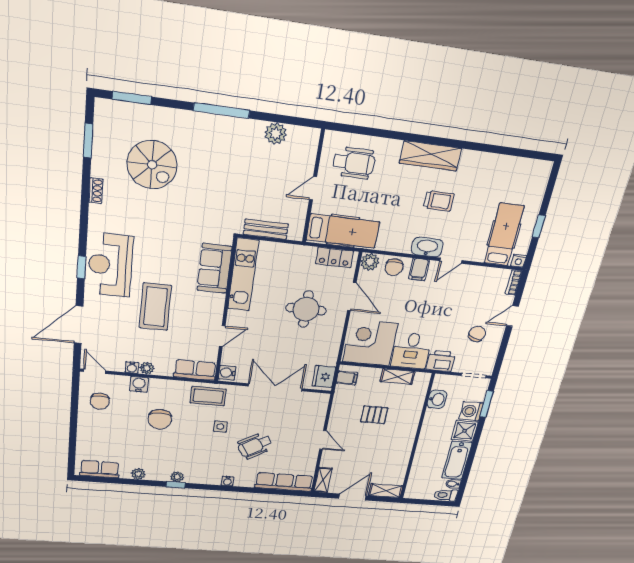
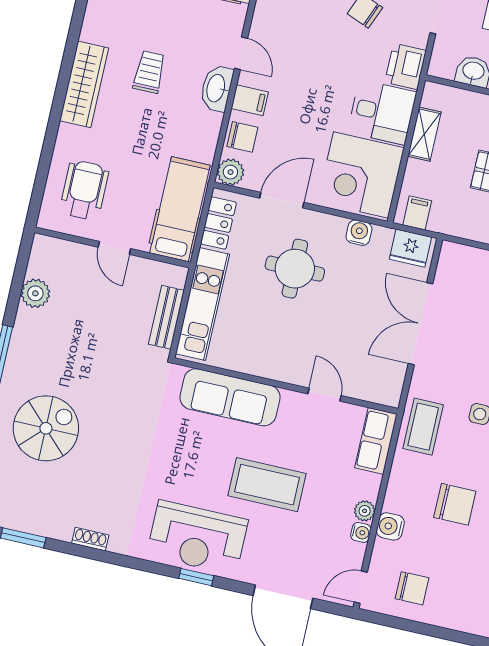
spiral stairs: (152, 165) -> (46, 428), moved
sofa: (214, 268) -> (230, 397), width x1.36
kitchen unit: (243, 275) -> (202, 304), moved, turned 90
water cooler: (227, 373) -> (359, 233), moved, turned 180

